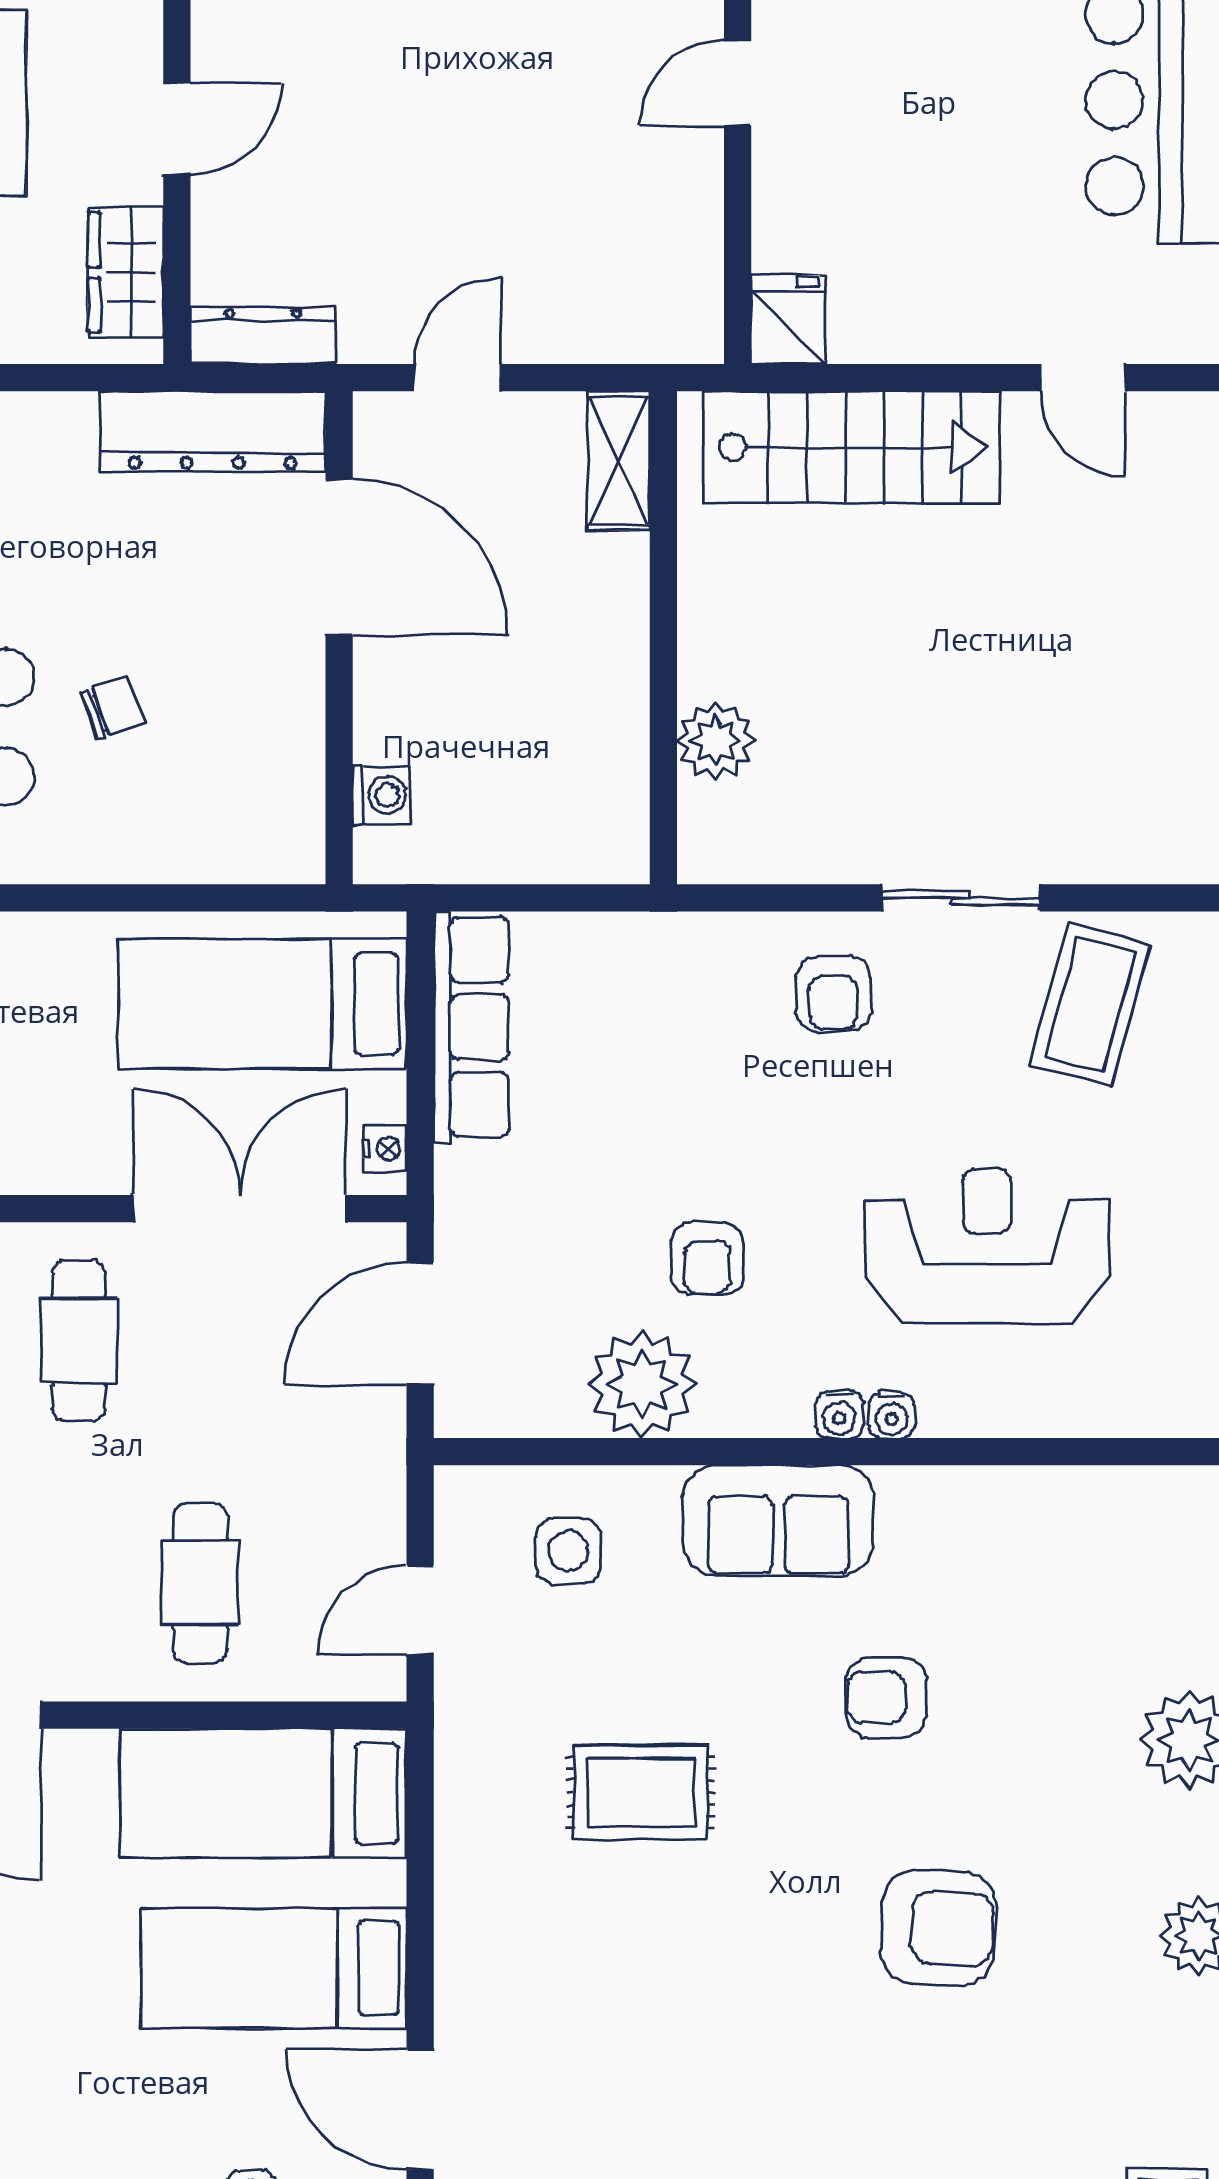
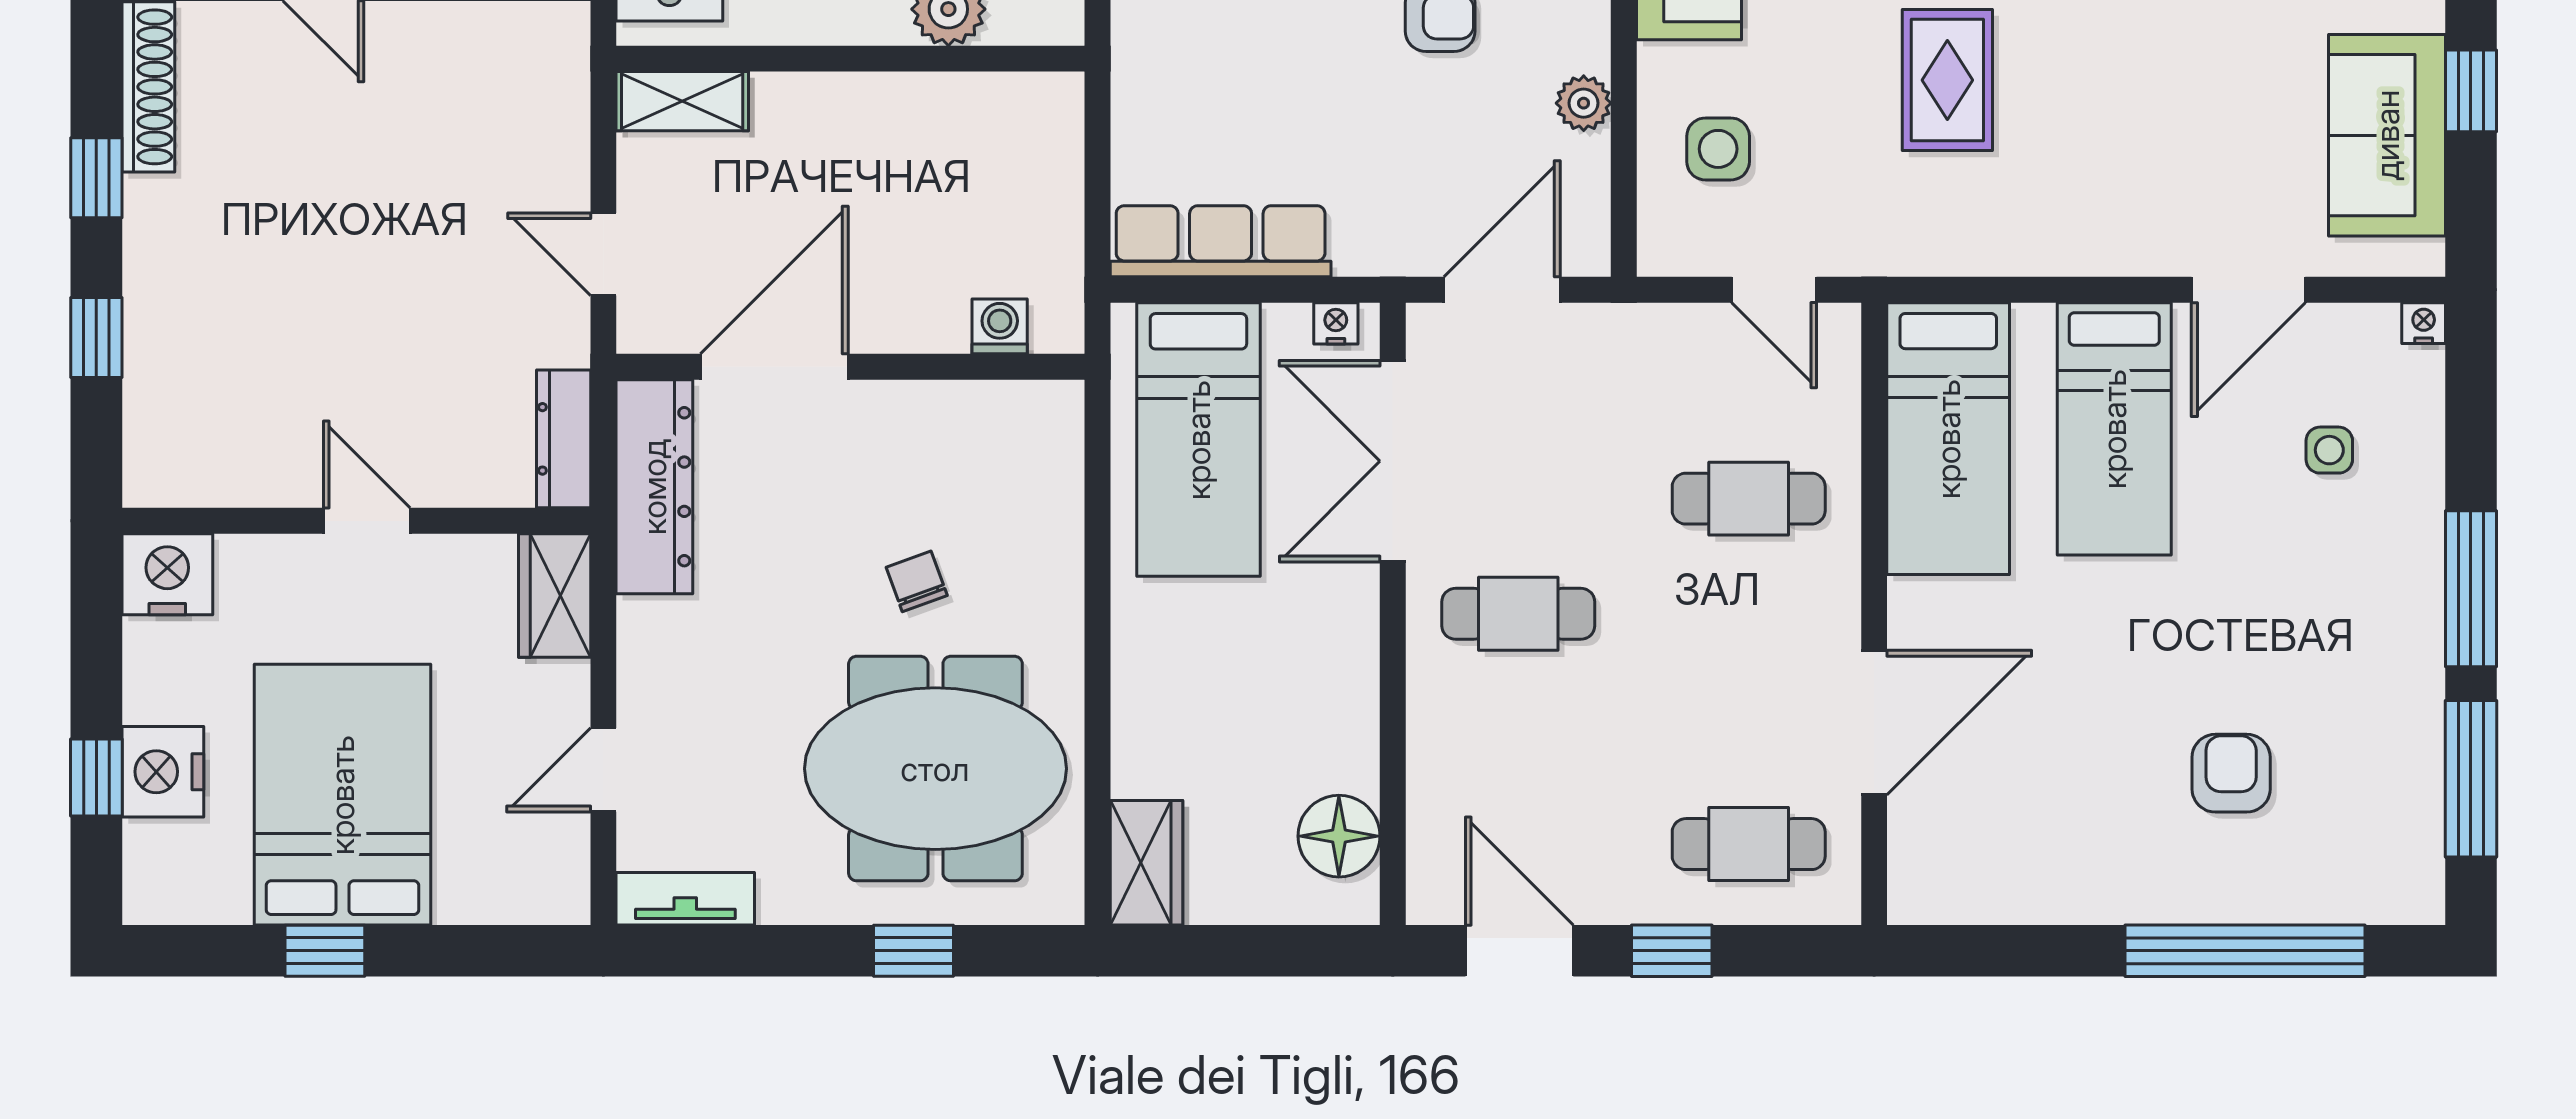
wardrobe: (126, 272) -> (555, 596), moved, turned 90
door: (420, 1323) -> (1502, 290), swing flipped
plant: (642, 1384) -> (1584, 103), width x0.53, depth x0.53

